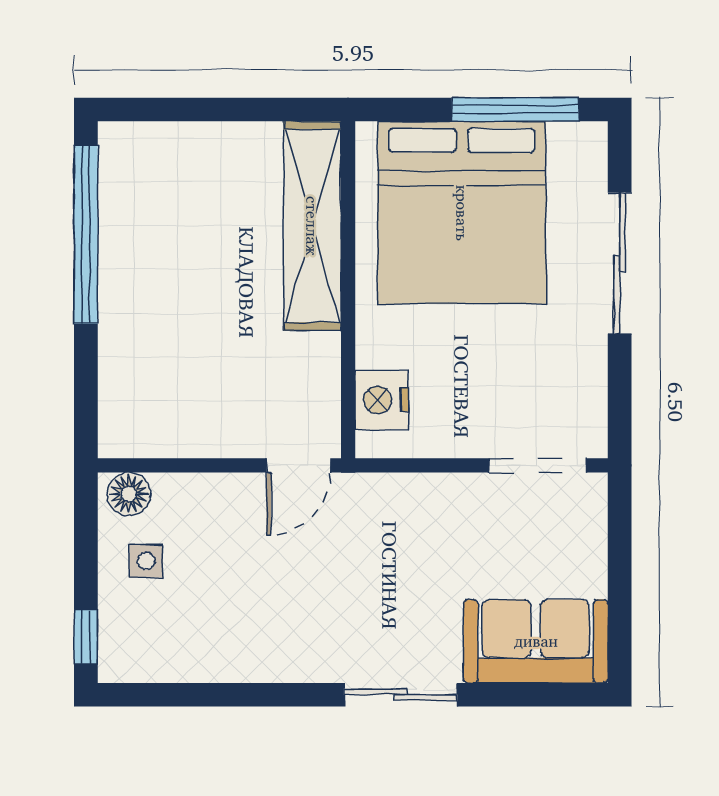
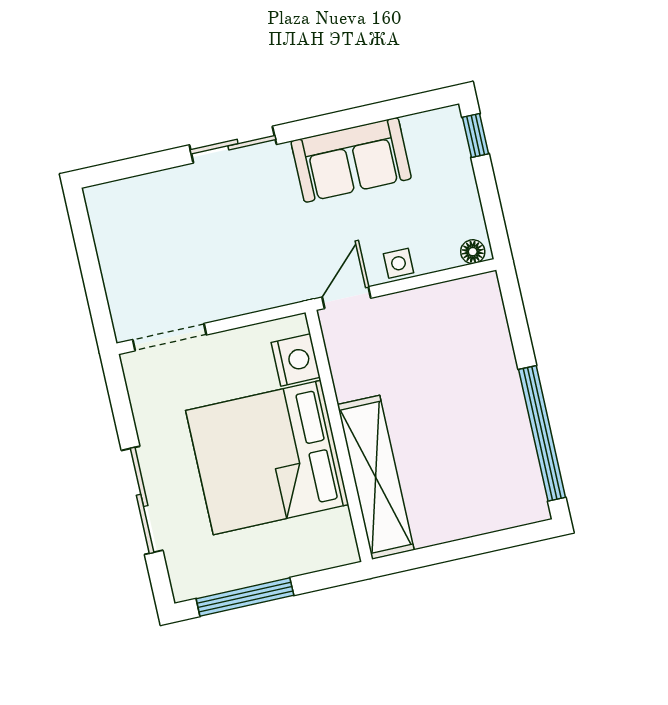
bed: (462, 213) -> (267, 458), moved, turned -90
floor lamp: (129, 494) -> (473, 252), width x0.73, depth x0.73
side table: (146, 561) -> (398, 263), moved
sofa: (536, 641) -> (351, 160), moved

